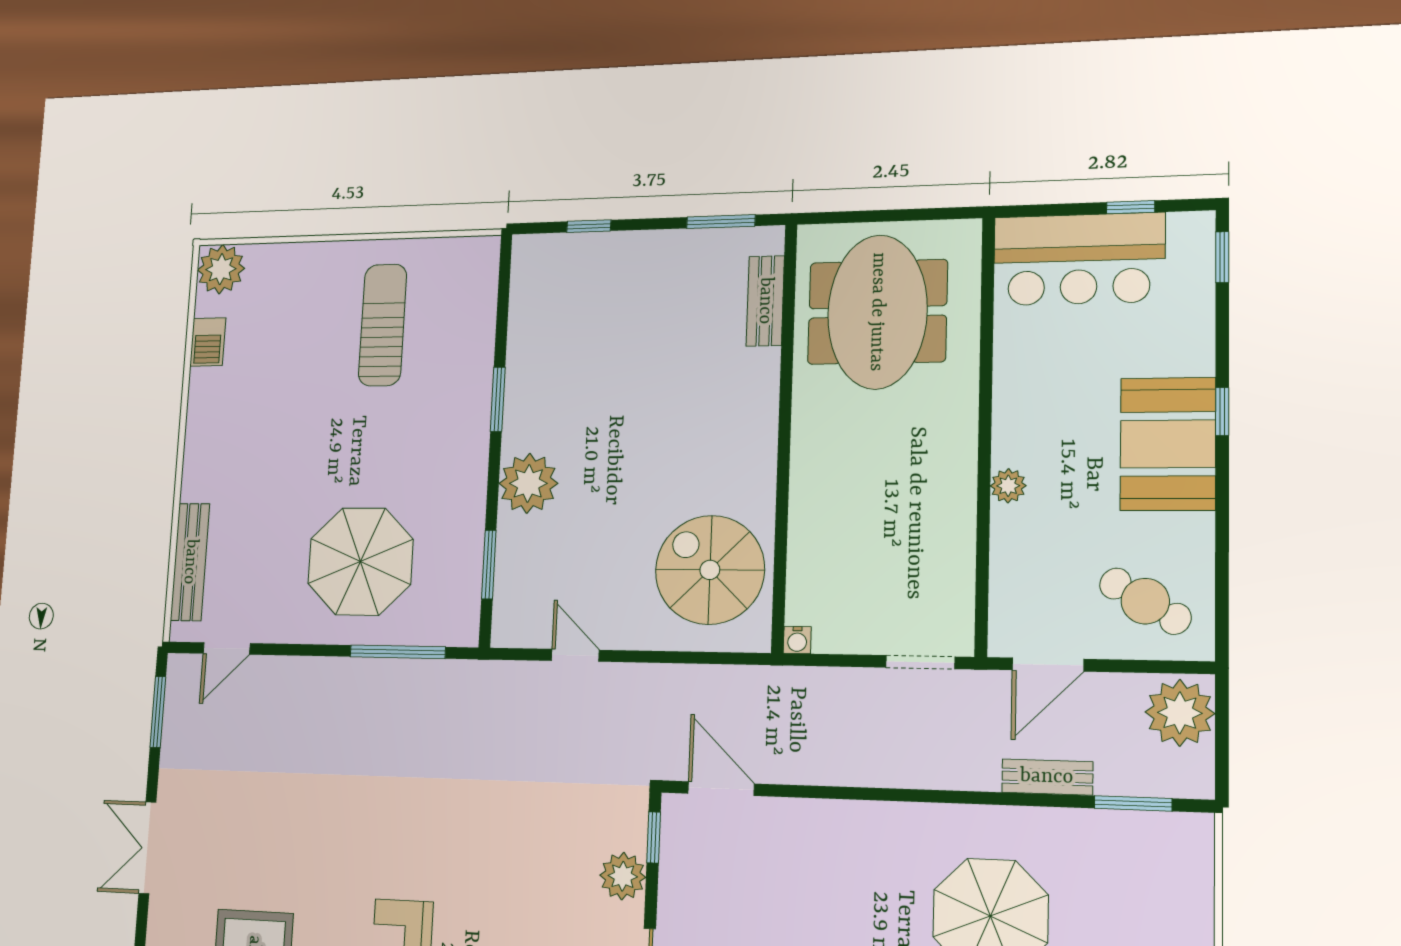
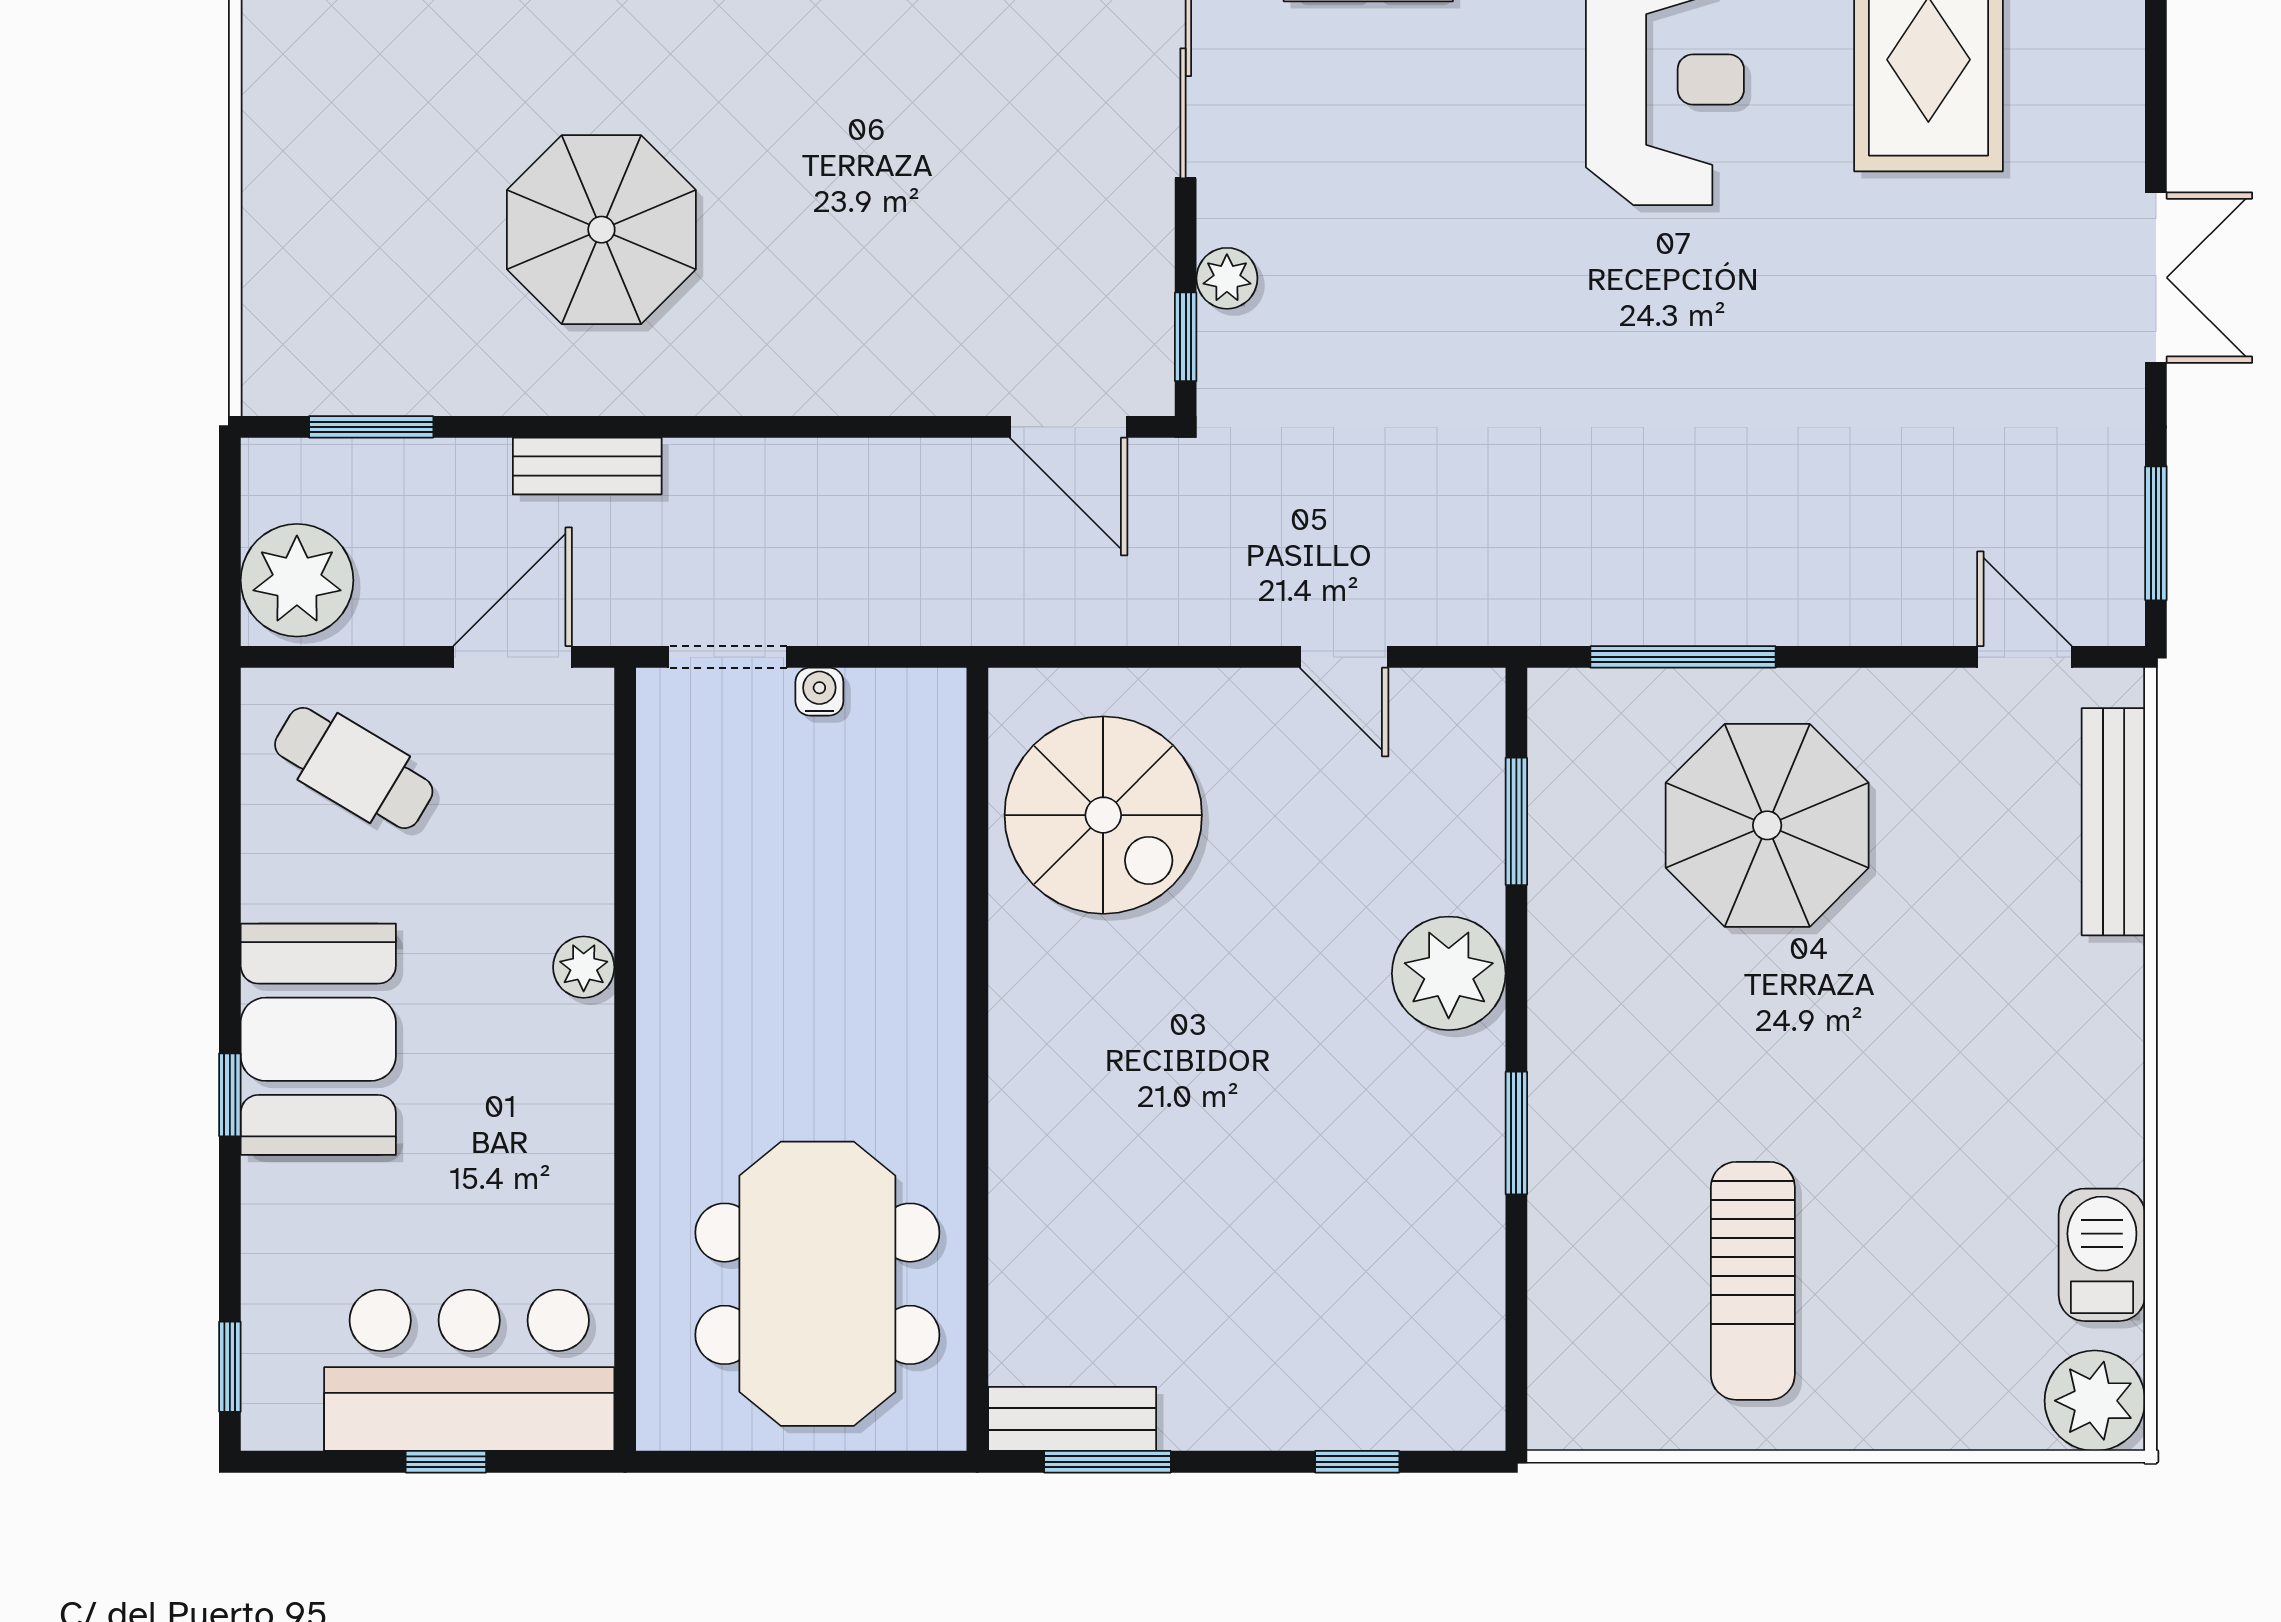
window: (1131, 207) -> (446, 1462), moved
bench: (765, 301) -> (1072, 1419), moved, turned 90
barbecue: (208, 342) -> (2102, 1255), width x1.38, depth x1.27
water cooler: (797, 640) -> (819, 692), moved
door: (227, 648) -> (2025, 657), hinge flipped
bench: (1047, 777) -> (587, 466), moved
plant: (623, 876) -> (1227, 278), width x0.73, depth x0.73

